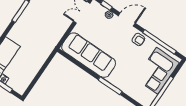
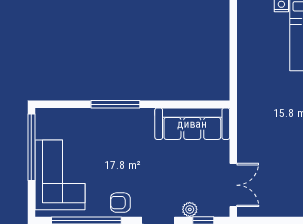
sofa: (89, 55) -> (192, 124), width x0.74, depth x0.79

